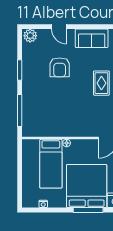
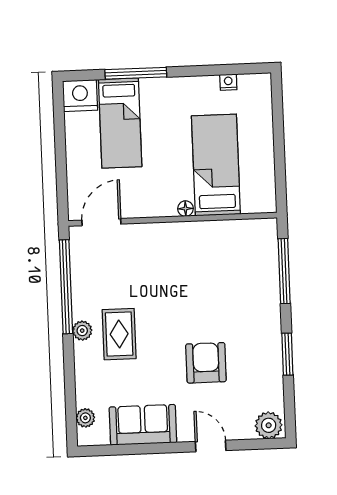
bed: (87, 186) -> (120, 123), width x0.49

